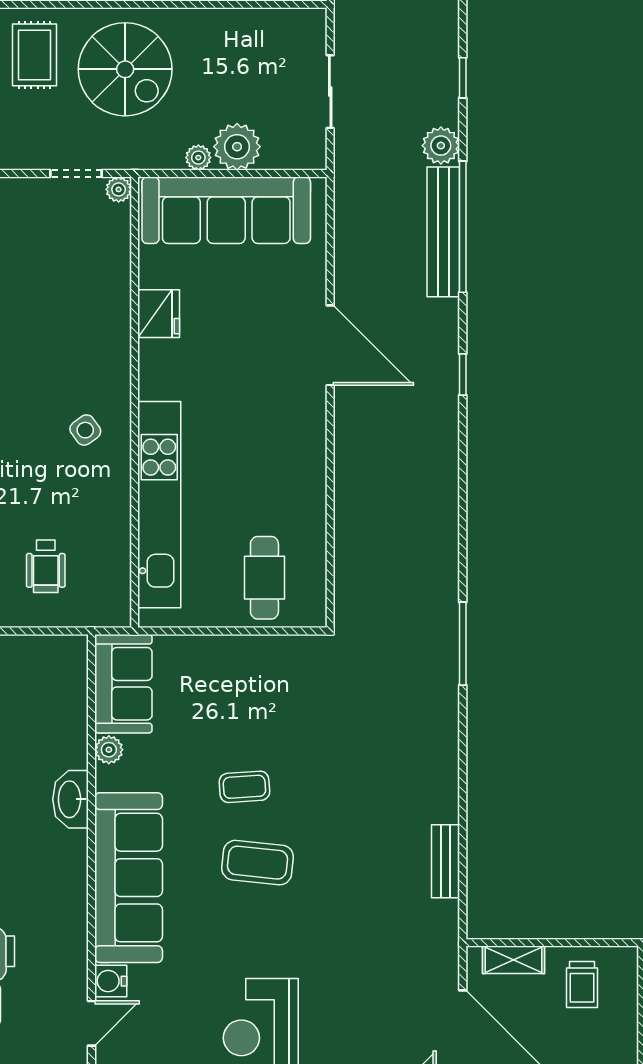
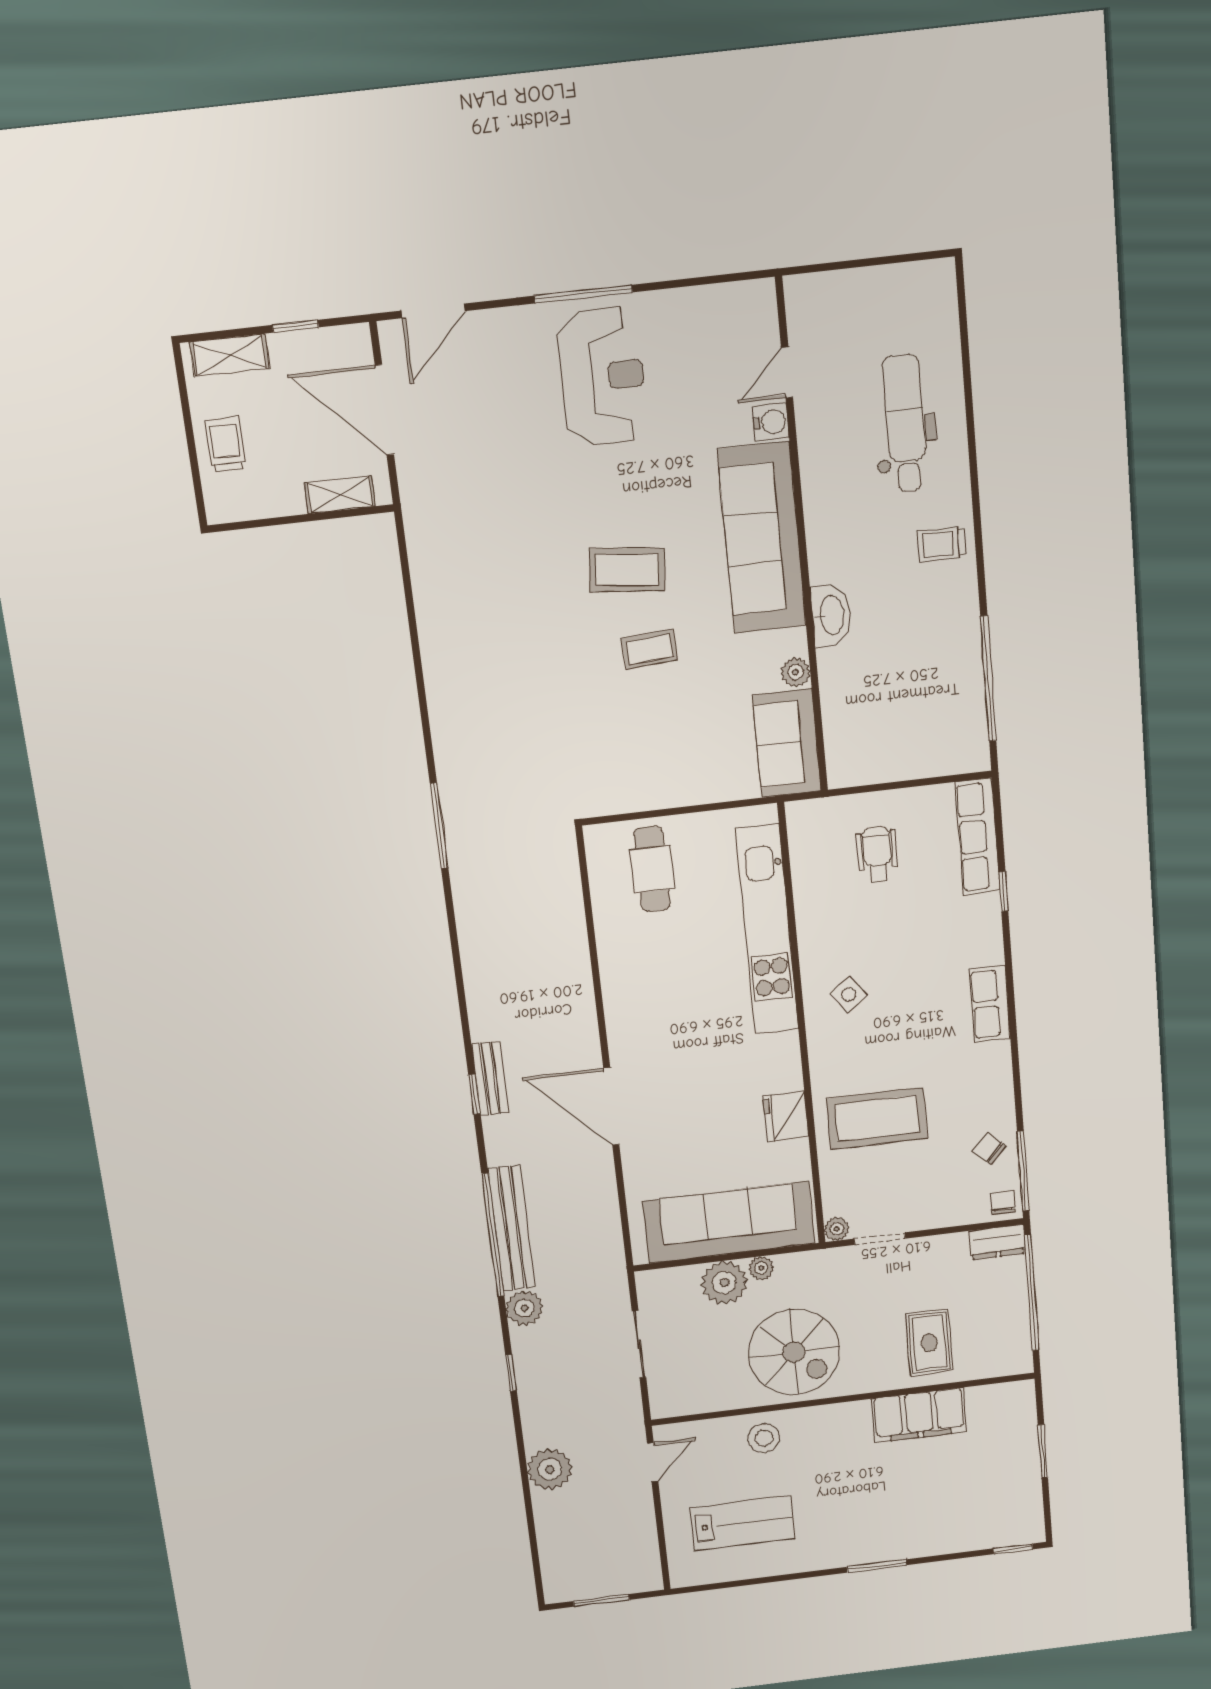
spiral stairs: (125, 69) -> (794, 1352), moved, turned 180
coffee table: (68, 300) -> (877, 1118), added
bench: (446, 861) -> (490, 1078), moved
trolley: (582, 985) -> (225, 445), moved

